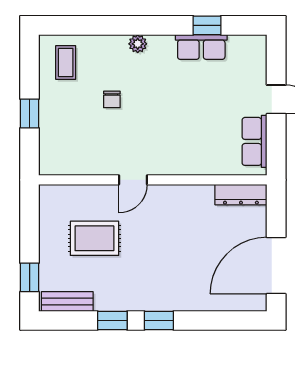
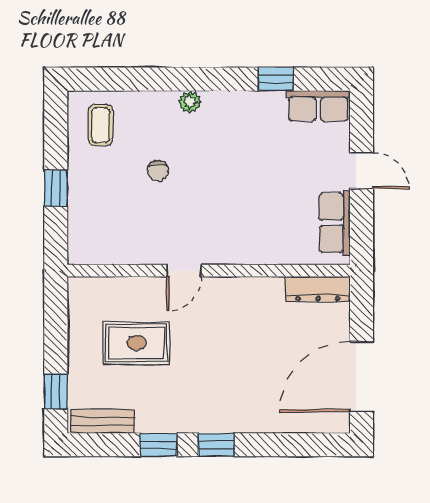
row of seats: (201, 47) -> (318, 106), moved

